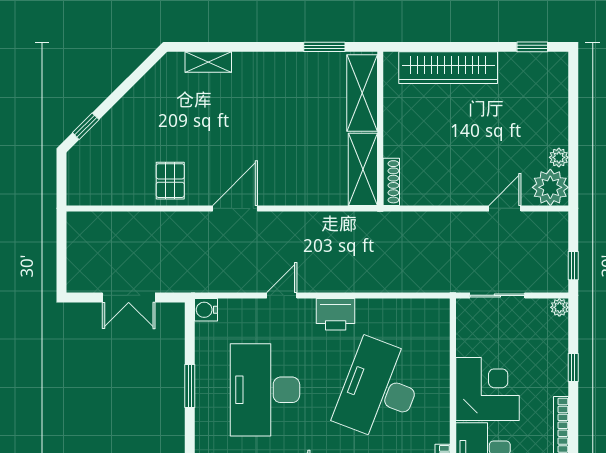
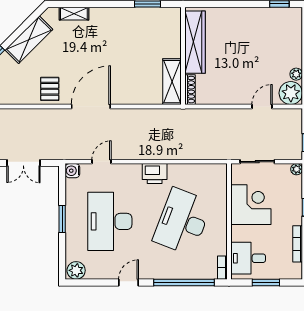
wardrobe: (448, 68) -> (195, 42), moved, turned -90
shelving: (362, 93) -> (29, 40), moved, turned 45
door: (235, 208) -> (91, 106), width x1.36
door: (282, 295) -> (101, 162), moved
corner desk: (487, 389) -> (251, 205), moved

